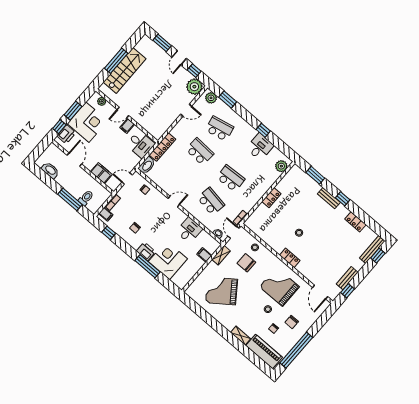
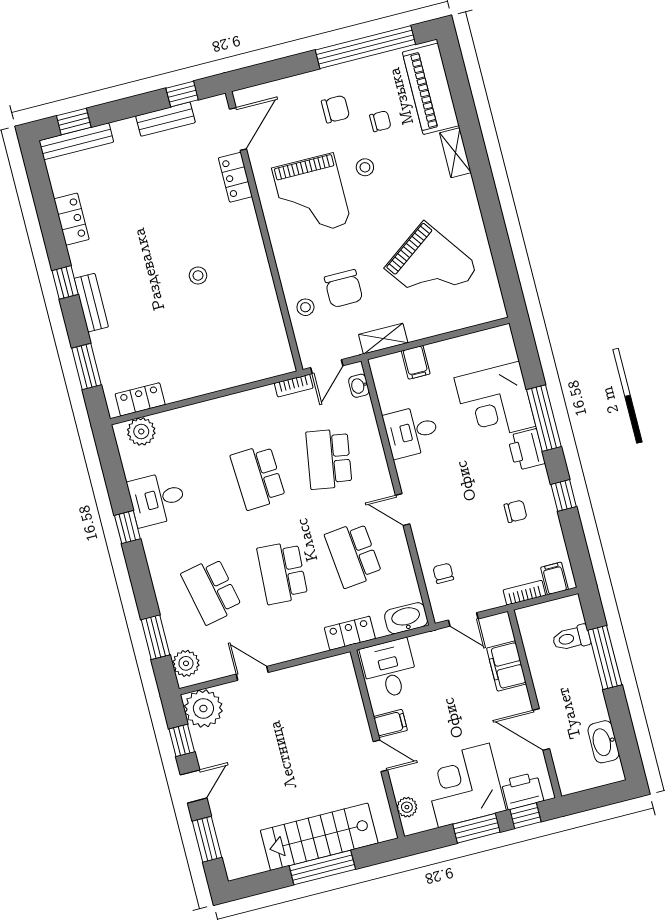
locker: (162, 147) -> (350, 633), width x0.66
door: (74, 160) -> (541, 729), hinge flipped
school desk: (180, 175) -> (353, 555), added
locker: (271, 198) -> (140, 399), moved
window: (109, 233) -> (564, 495), moved
locker: (290, 258) -> (235, 177), moved

